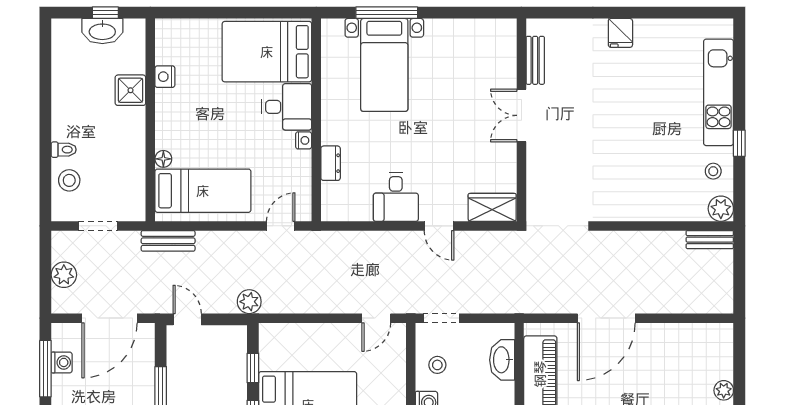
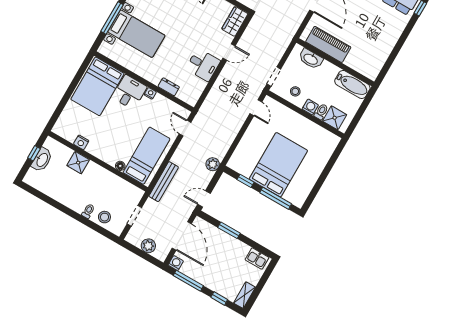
bench: (168, 241) -> (164, 182), width x1.36
washing machine: (62, 362) -> (176, 263), moved

